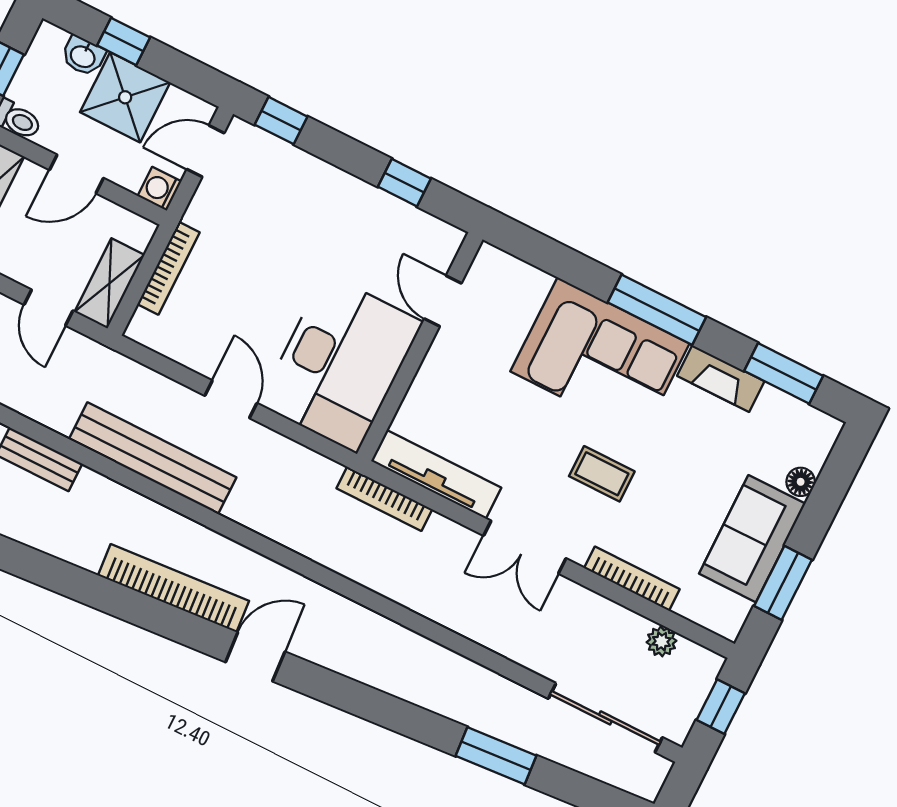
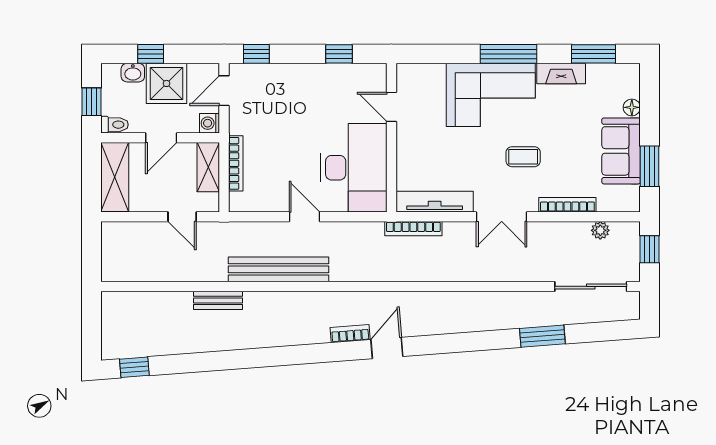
shelving: (110, 283) -> (208, 167), moved
bookcase: (174, 588) -> (350, 334), width x0.43, depth x0.76

